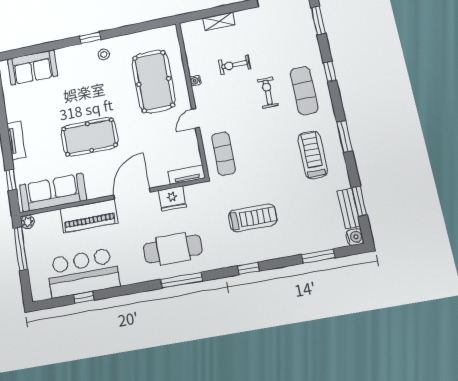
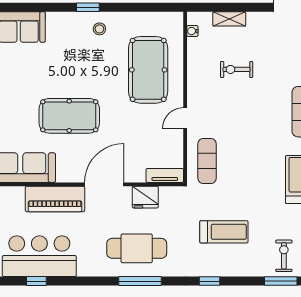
water cooler: (195, 81) -> (192, 31), moved
exercise bike: (268, 93) -> (284, 256), moved

